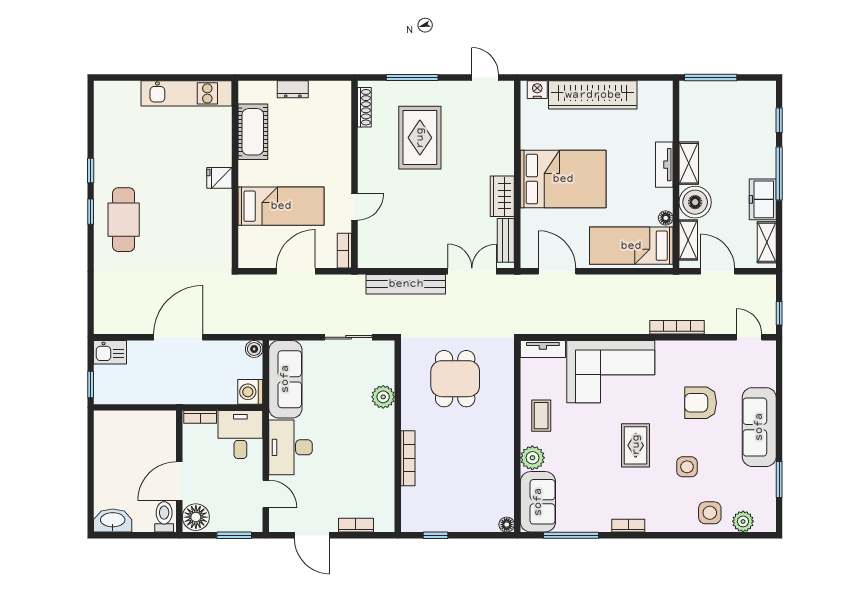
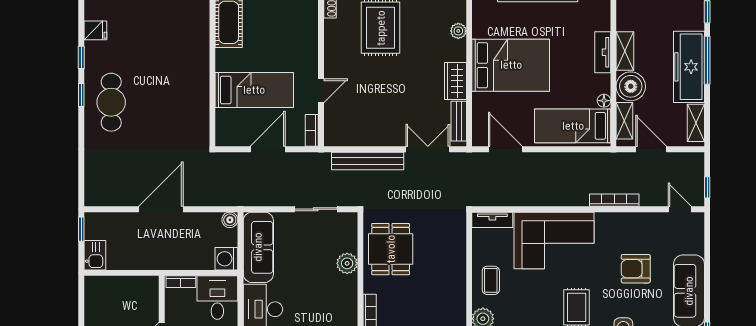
plant: (505, 141) -> (458, 31), added
fridge: (219, 178) -> (95, 30), moved, turned 180
freezer: (763, 199) -> (689, 67), width x1.91, depth x1.26
kitchen sink: (110, 352) -> (95, 255), moved, turned -90
dining table: (455, 379) -> (391, 249), moved
window: (91, 384) -> (81, 229), moved

